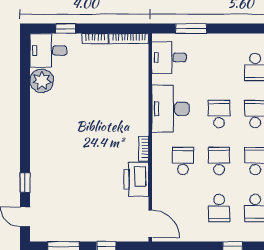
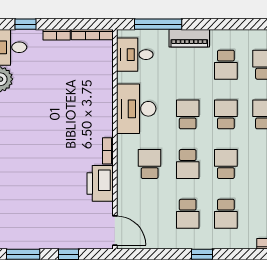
window: (191, 29) -> (158, 24), width x1.44
piano: (221, 42) -> (189, 38), added
school desk: (219, 161) -> (188, 164), turned 180

